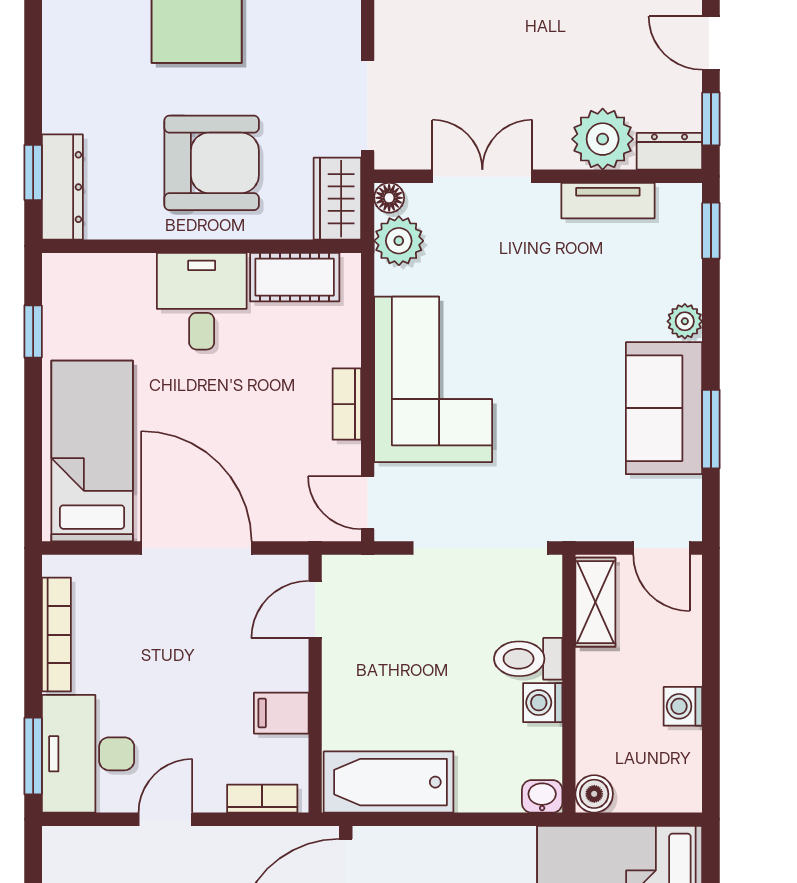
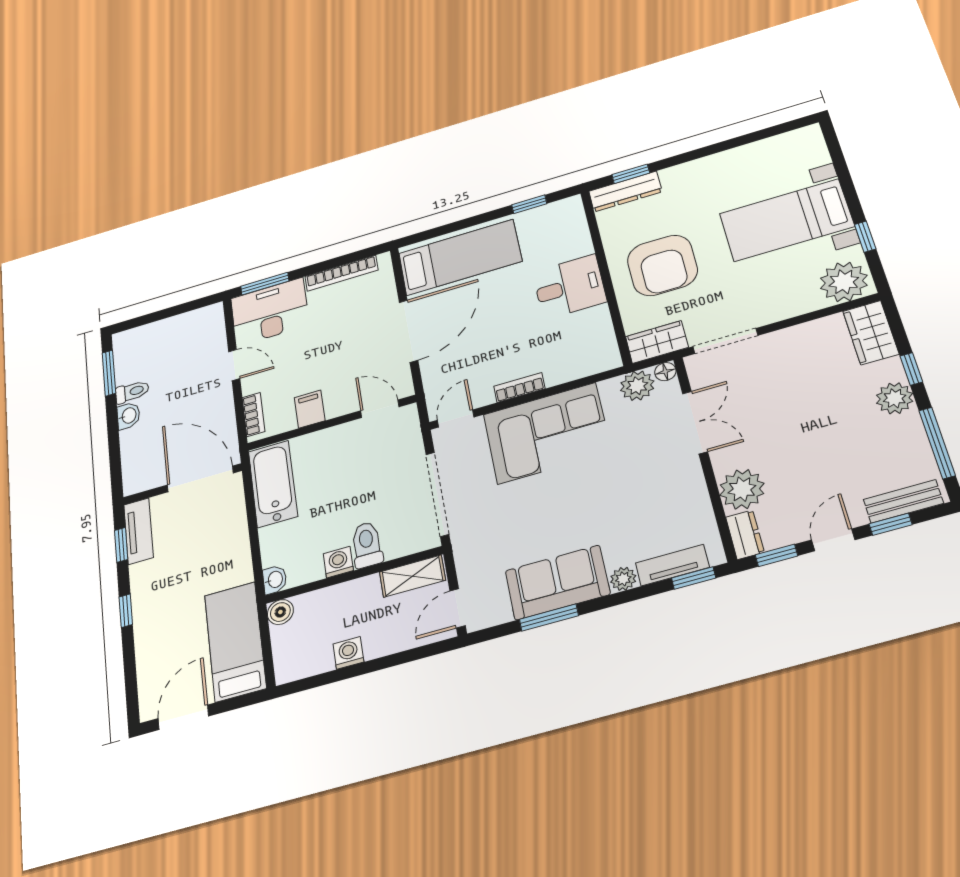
tv unit: (608, 201) -> (672, 565), moved, turned 90
cot: (295, 277) -> (598, 333), removed

